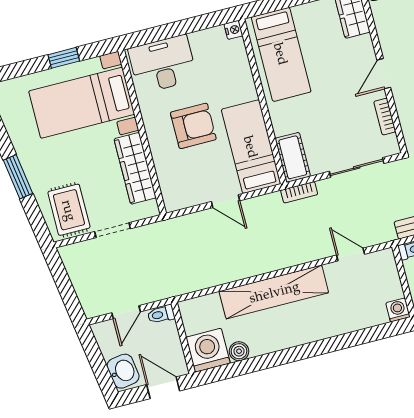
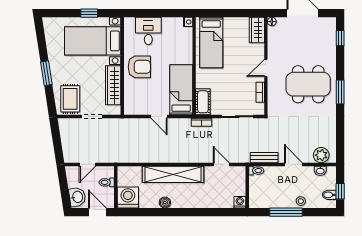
desk: (163, 64) -> (148, 31), width x0.73
armchair: (193, 126) -> (139, 67), moved
toilet: (161, 314) -> (107, 182), moved
boiler: (239, 351) -> (165, 202), moved

